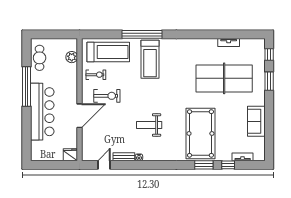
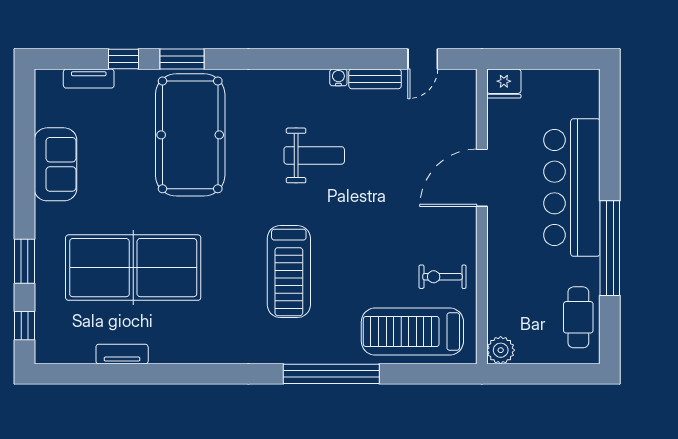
plant: (72, 57) -> (501, 350), moved
treadmill: (150, 59) -> (289, 272), moved, turned 180
exercise bike: (107, 96) -> (416, 226), removed

